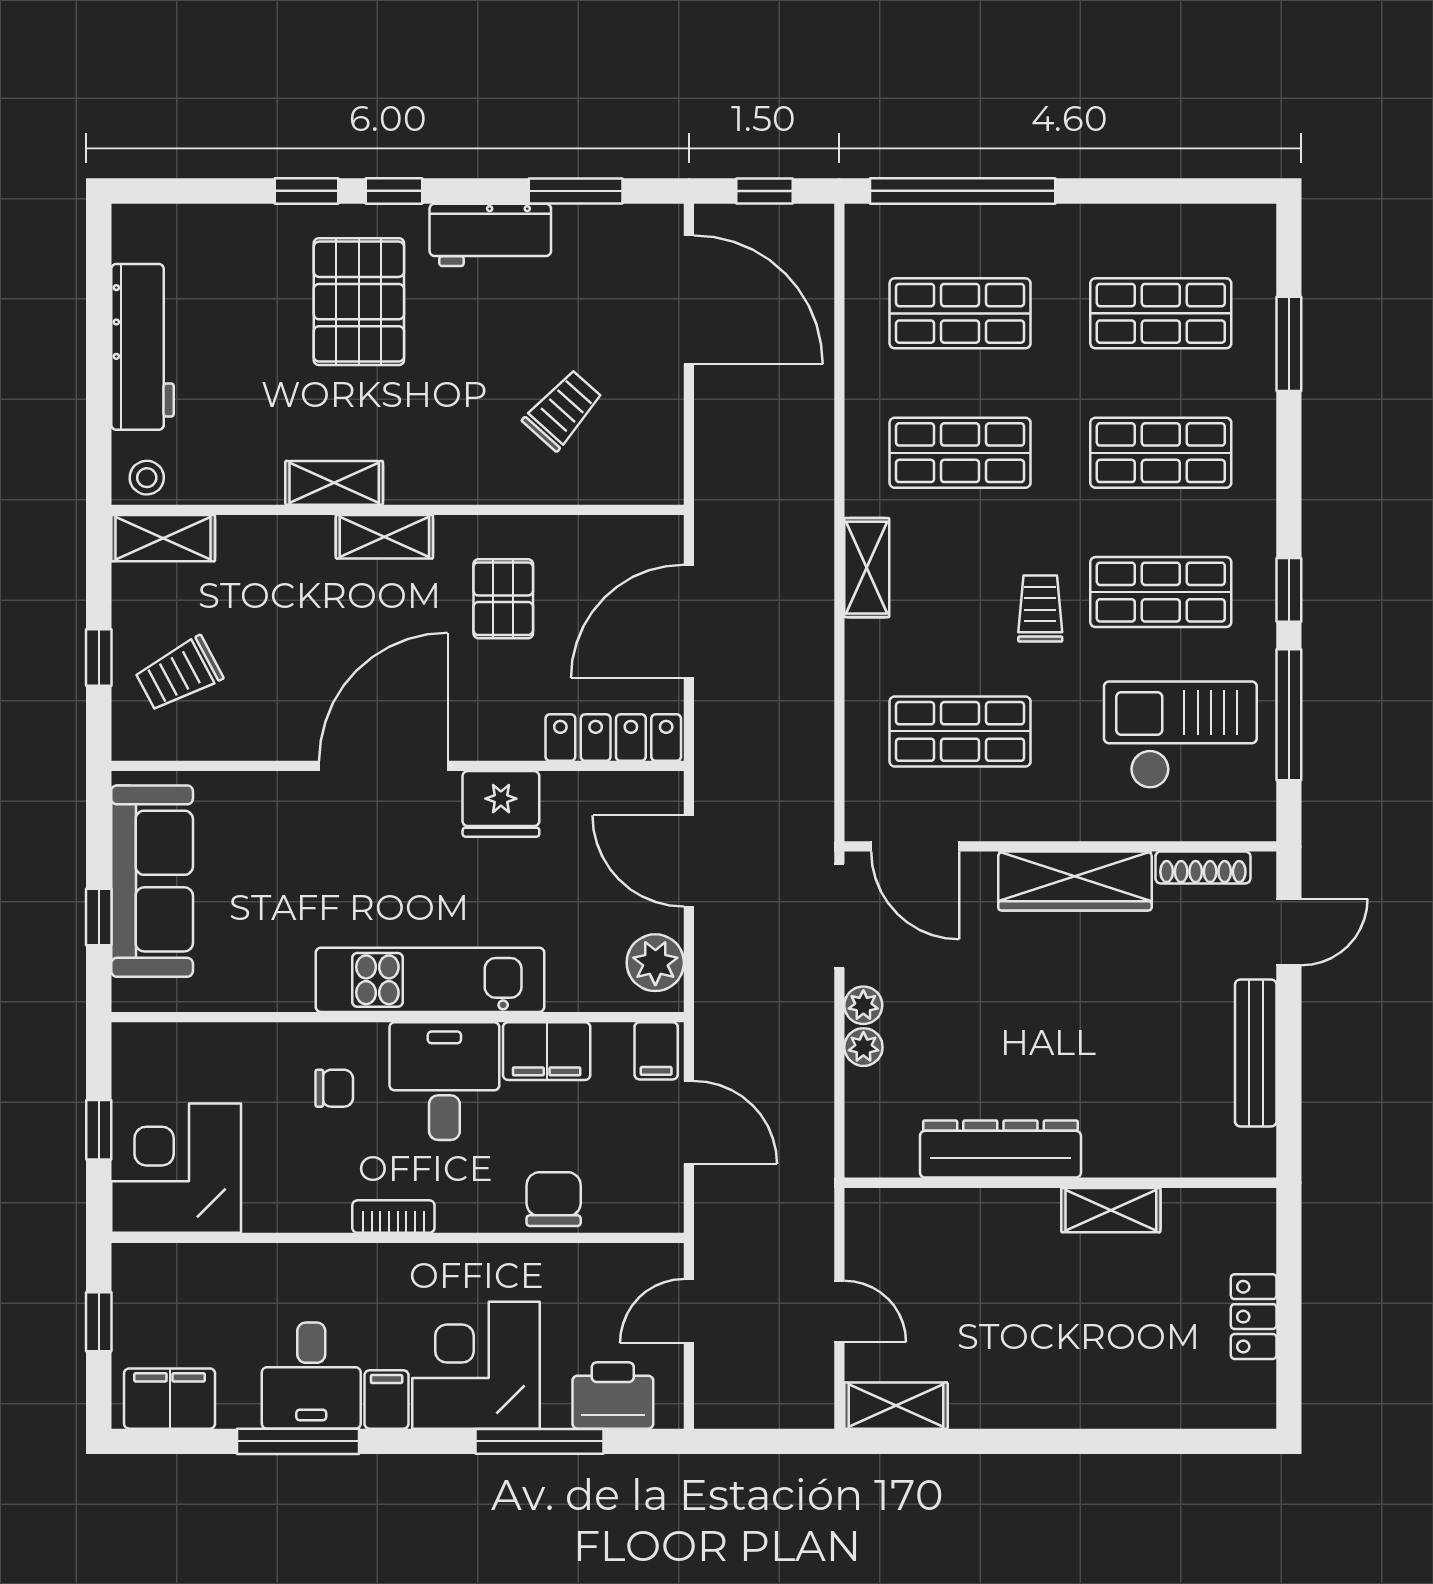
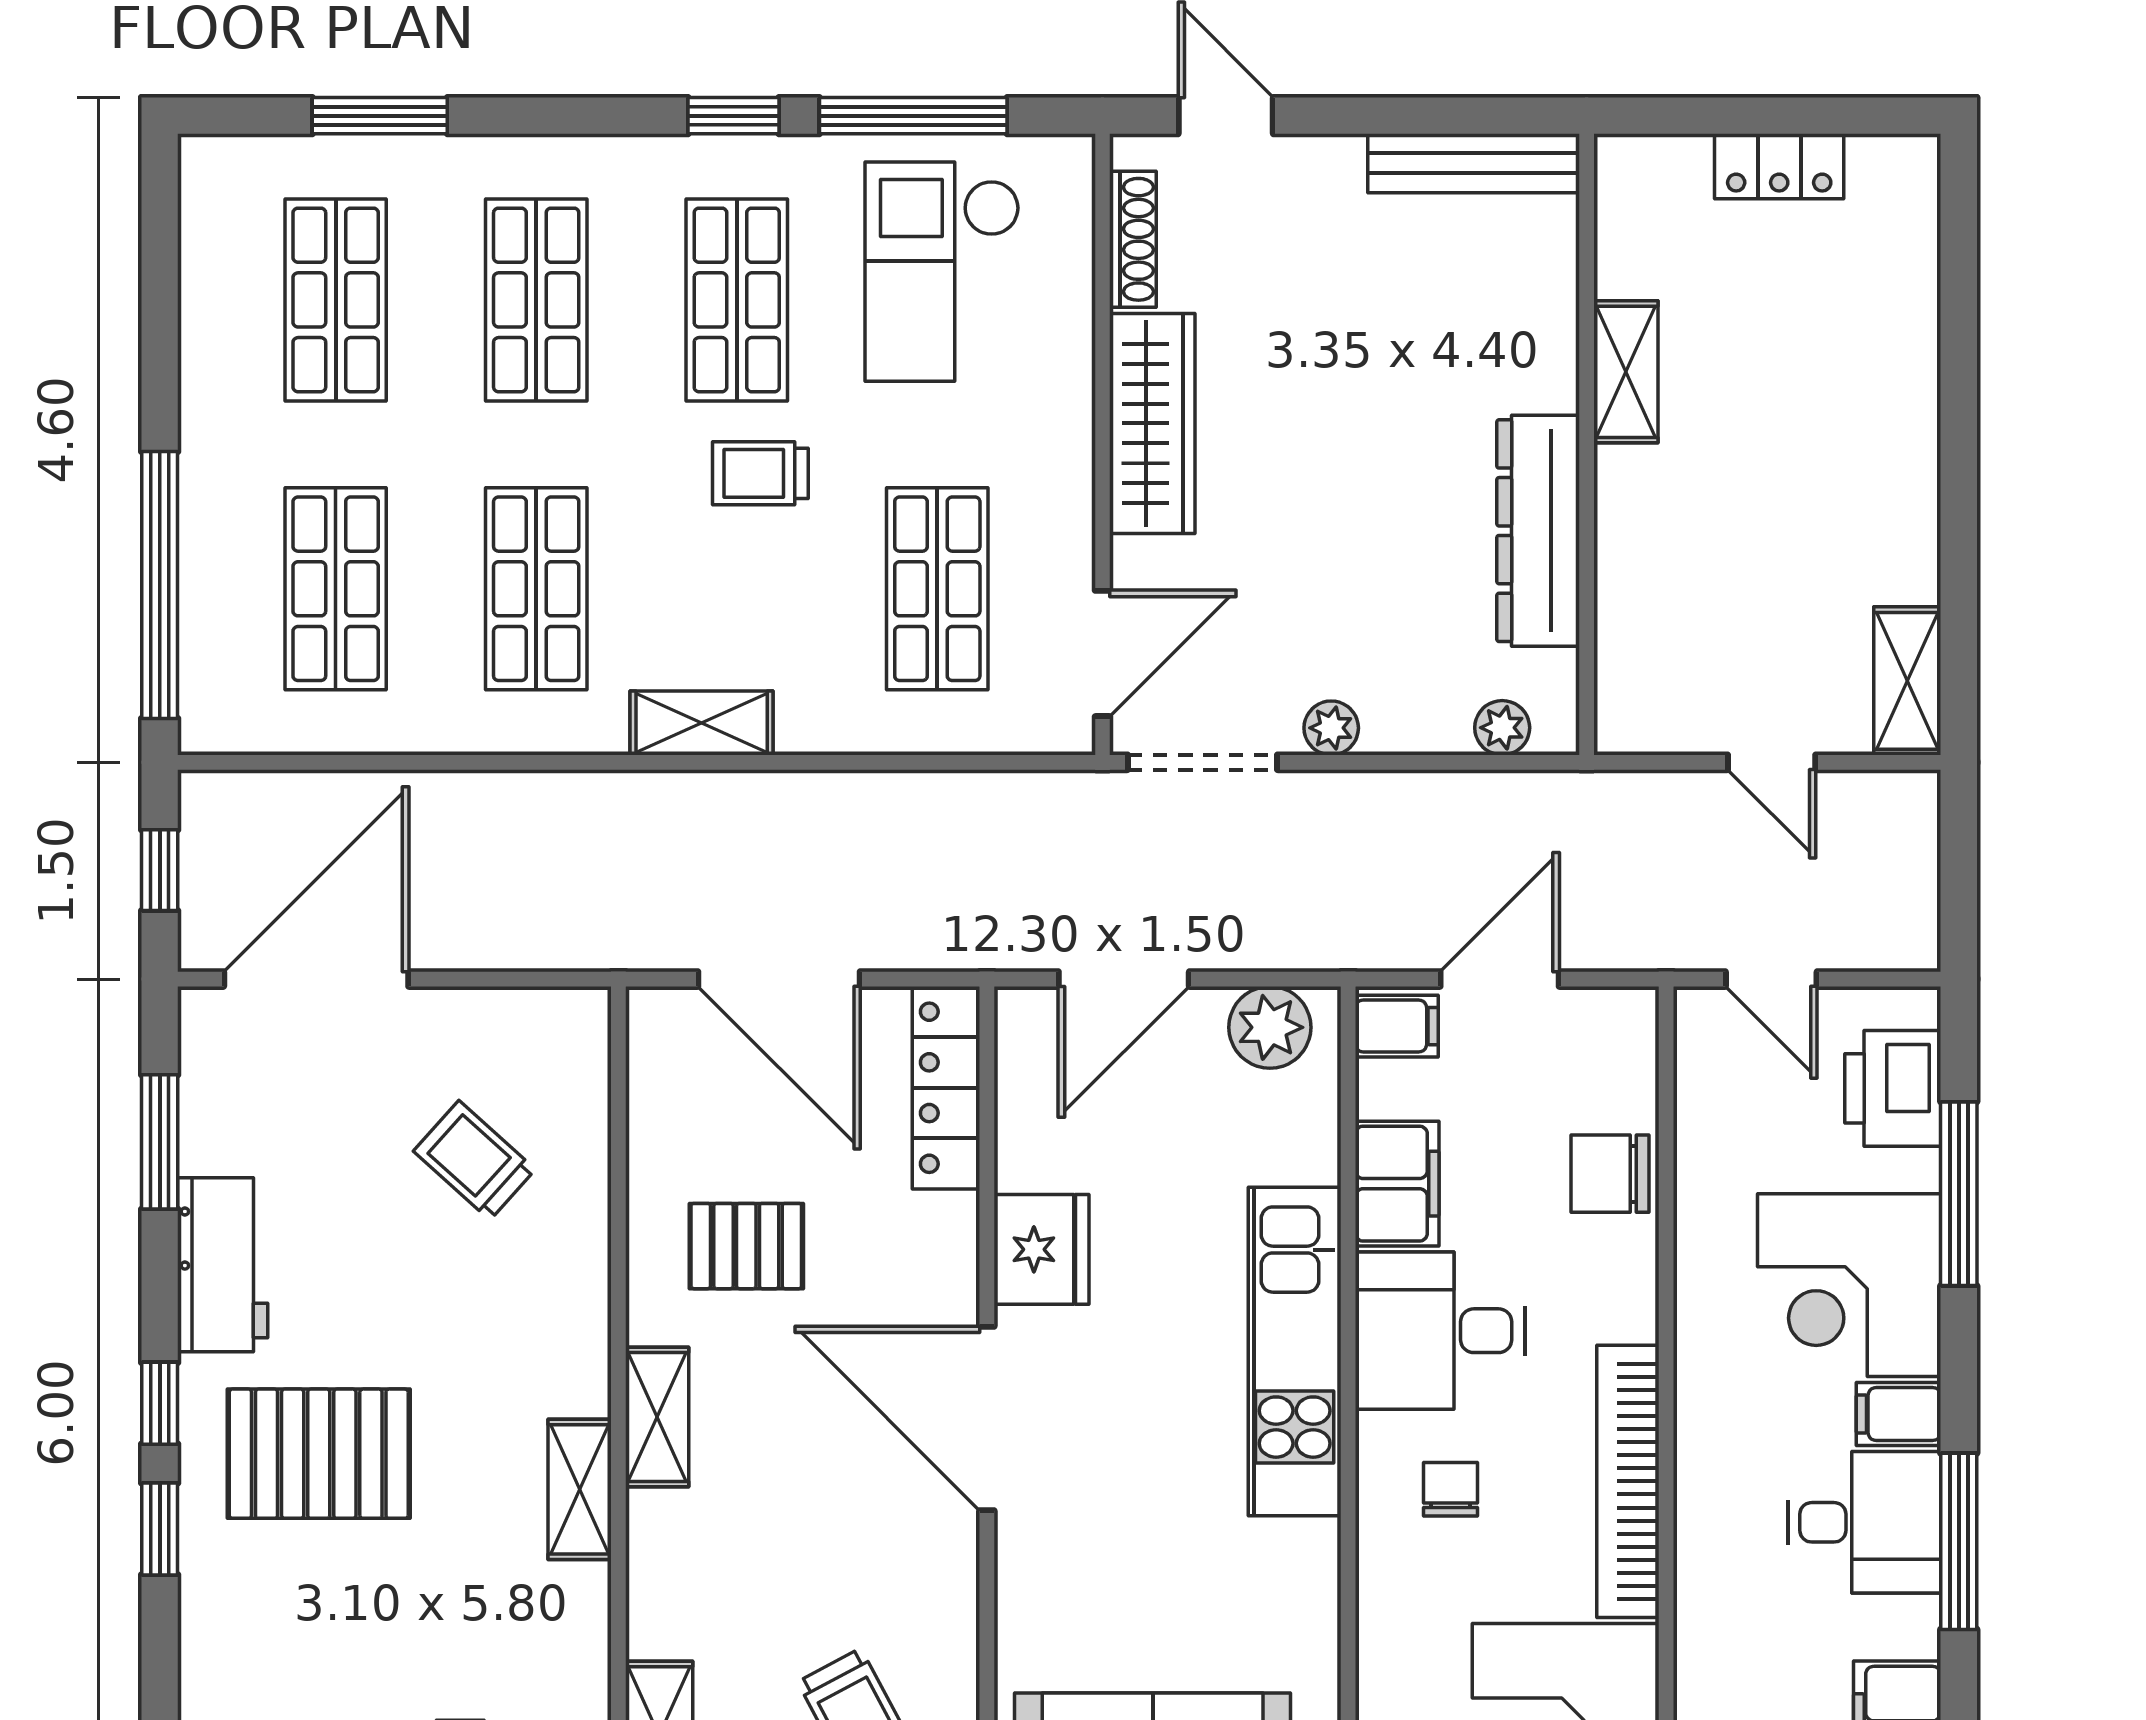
plant: (863, 1047) -> (1502, 728), moved
bench: (1256, 1053) -> (1474, 163), moved
bookcase: (393, 1217) -> (1628, 1481), width x2.31, depth x1.31
door: (839, 1311) -> (1772, 762), swing flipped

